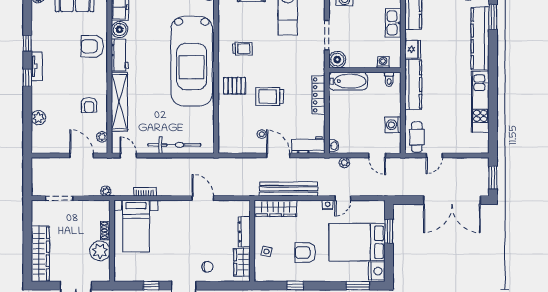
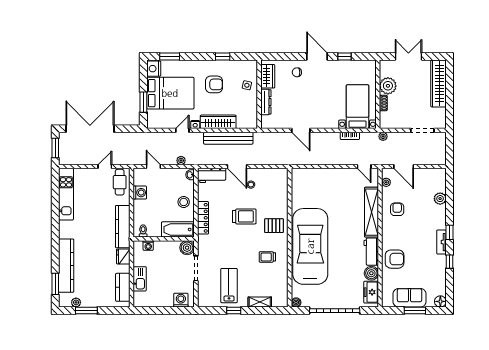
kitchen unit: (480, 102) -> (66, 194), moved
stool: (341, 114) -> (184, 202), added
bicycle: (174, 145) -> (325, 175), removed
wardrobe: (276, 208) -> (218, 122), moved

